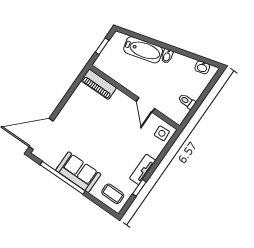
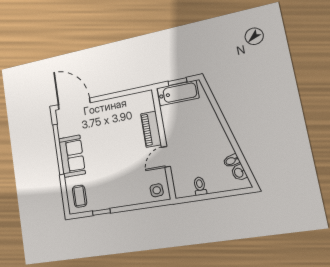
bathtub: (143, 50) -> (178, 93), moved, turned -75
bidet: (167, 56) -> (232, 161), moved
piano: (99, 84) -> (151, 129), moved
tv unit: (143, 169) -> (117, 201), removed

